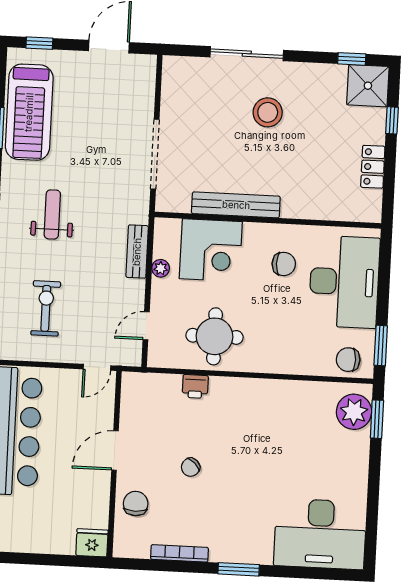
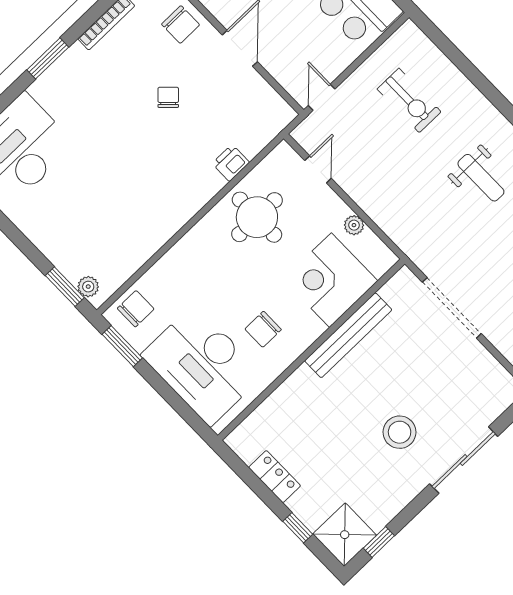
bench: (137, 252) -> (386, 219), removed
plant: (354, 412) -> (88, 287), width x0.53, depth x0.53

